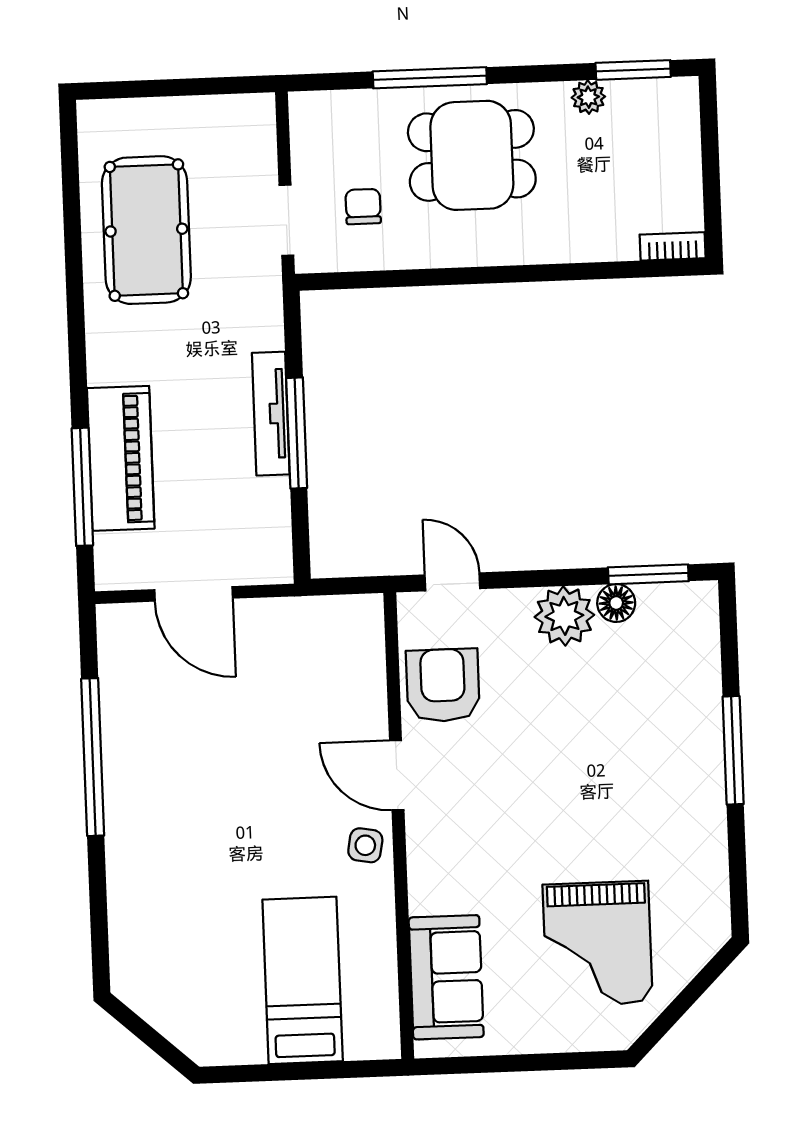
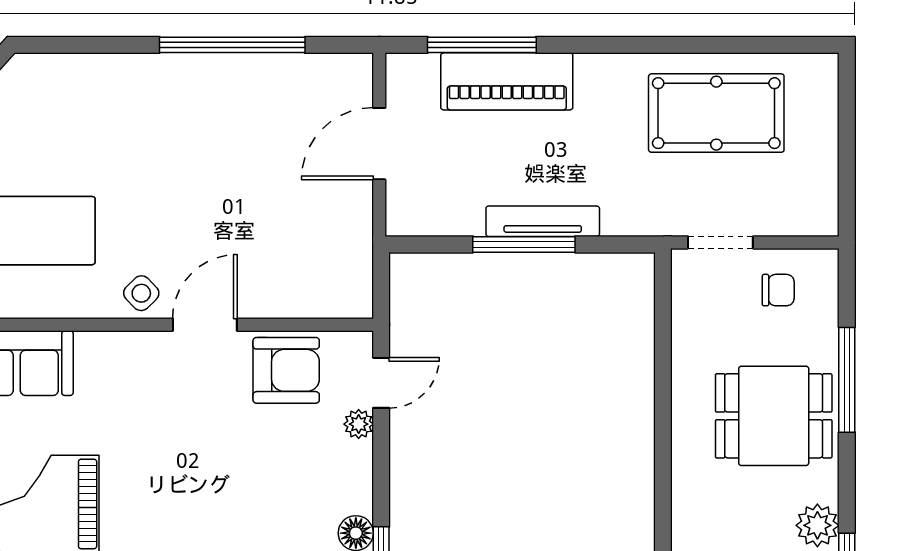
plant: (588, 97) -> (817, 525), width x1.38, depth x1.38
dining table: (472, 155) -> (774, 416), turned 90
chair: (363, 207) -> (778, 290), moved
plant: (564, 616) -> (359, 424), moved, width x0.53, depth x0.53
side table: (365, 845) -> (141, 293), turned 36

